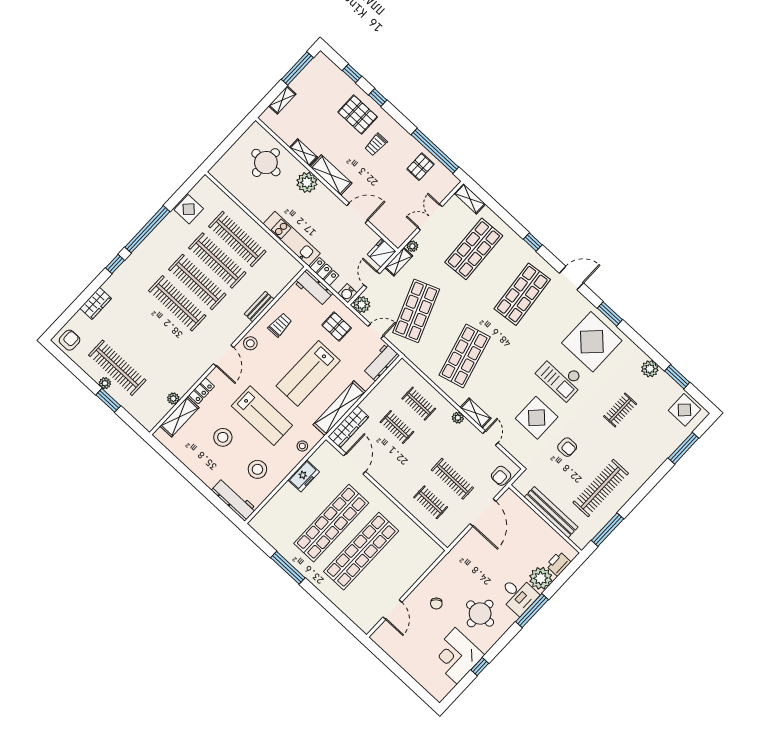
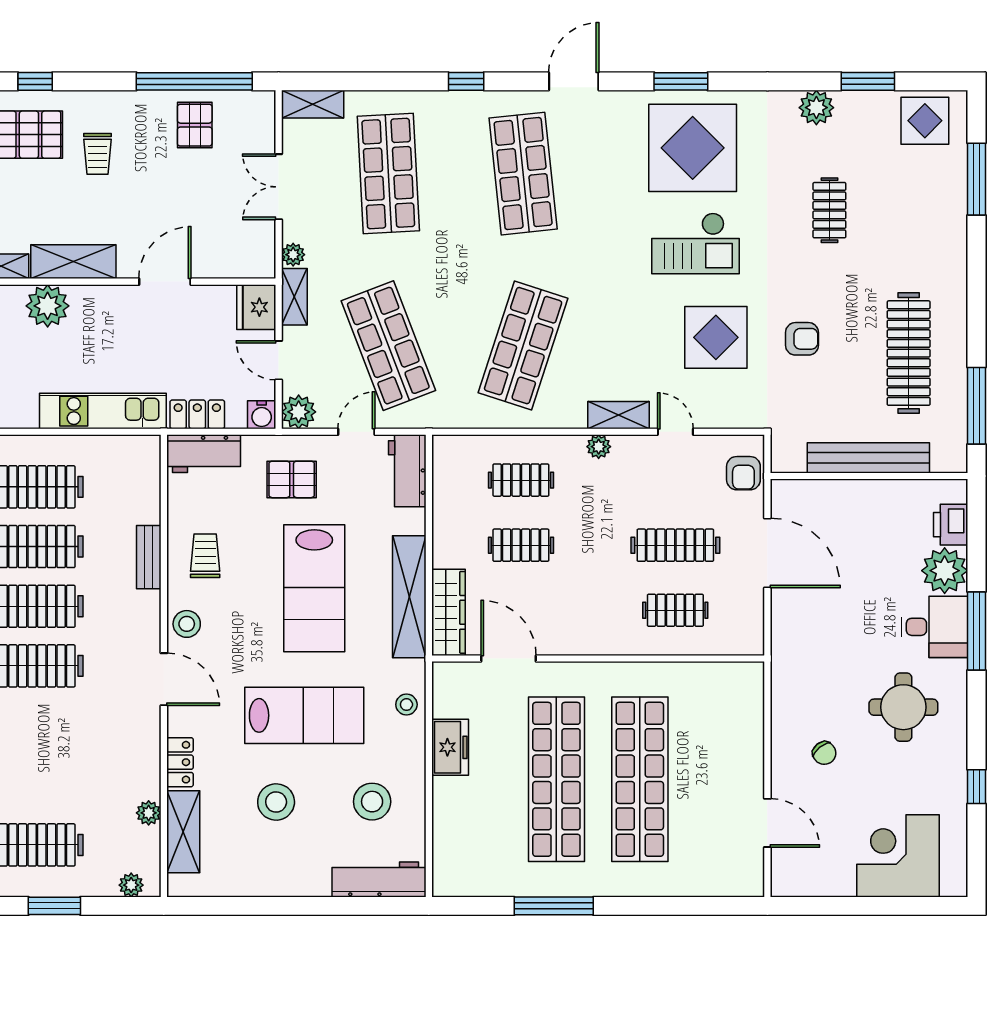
shop shelf: (465, 356) -> (523, 346), turned 33
plant: (105, 383) -> (131, 885), moved
corner desk: (456, 656) -> (898, 856), moved, turned 90

